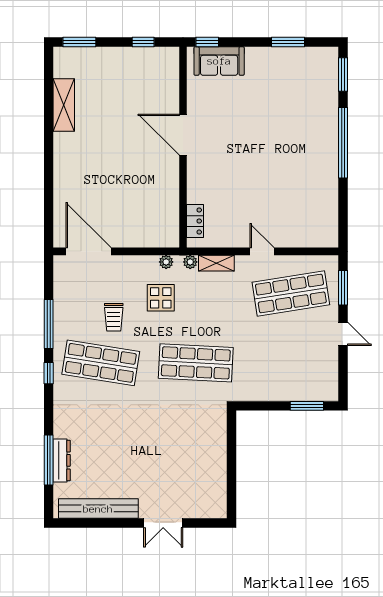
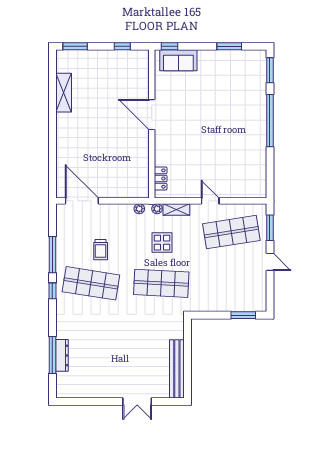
display table: (161, 298) -> (162, 243), moved
bench: (98, 509) -> (177, 369), moved, turned 90

